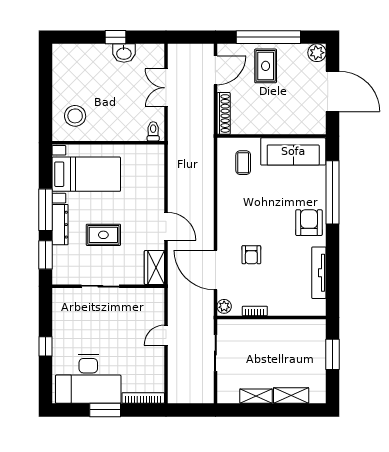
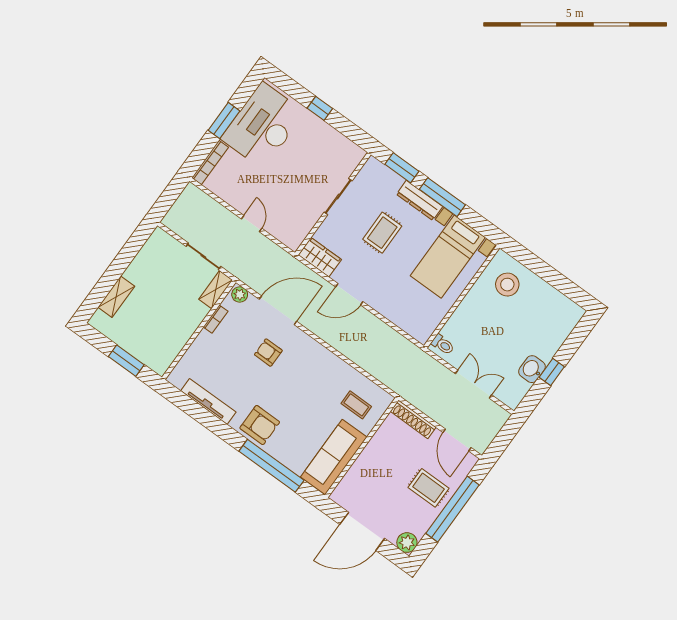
shelving: (256, 396) -> (216, 290), moved

